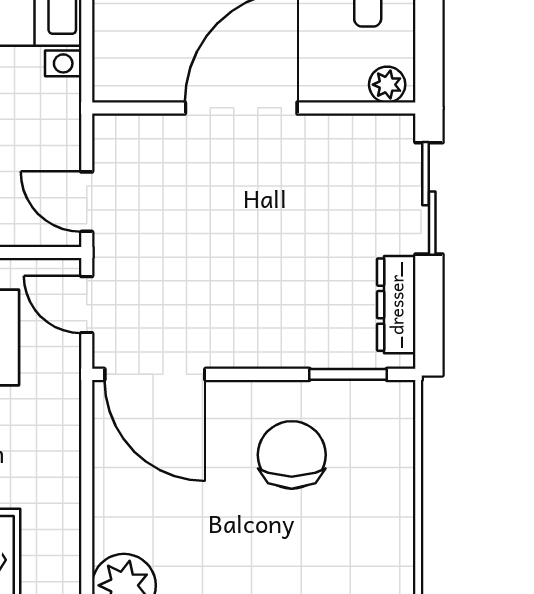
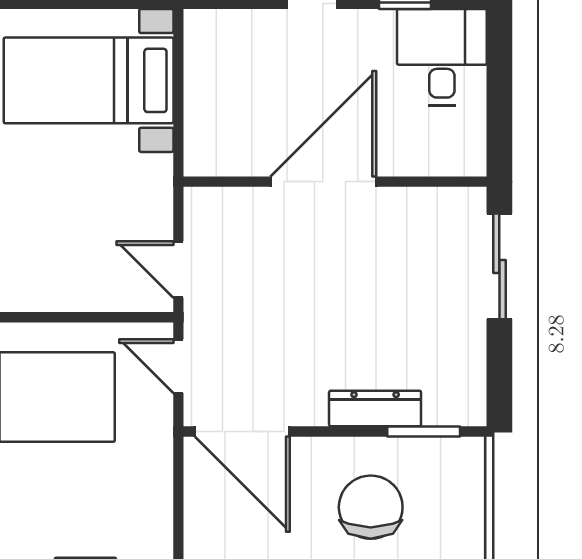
plant: (387, 85) -> (460, 160), removed
dresser: (396, 305) -> (375, 409), moved, turned 90

